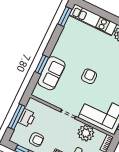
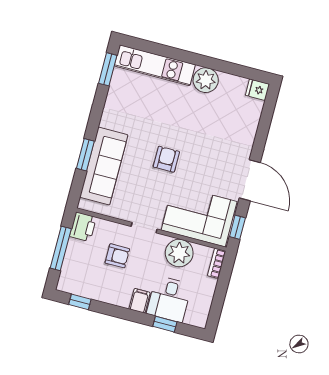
sofa: (51, 73) -> (104, 166), width x1.36
printer: (27, 118) -> (83, 227), moved
armchair: (36, 140) -> (117, 256), moved

